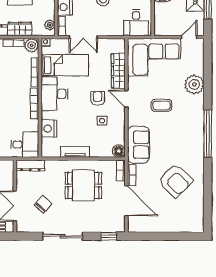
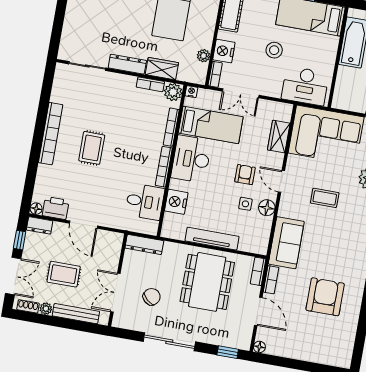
desk: (136, 23) -> (305, 86), width x1.37
plant: (50, 25) -> (203, 56), moved
wardrobe: (118, 71) -> (279, 137), width x0.67
desk: (25, 145) -> (145, 202), moved
floor lamp: (119, 151) -> (267, 208), moved
tv unit: (75, 152) -> (212, 239), width x1.41
armchair: (175, 181) -> (325, 297), turned -135
dining table: (83, 185) -> (207, 282), width x1.37
door: (126, 201) -> (258, 311), width x0.73
floor lamp: (132, 228) -> (259, 347), added

